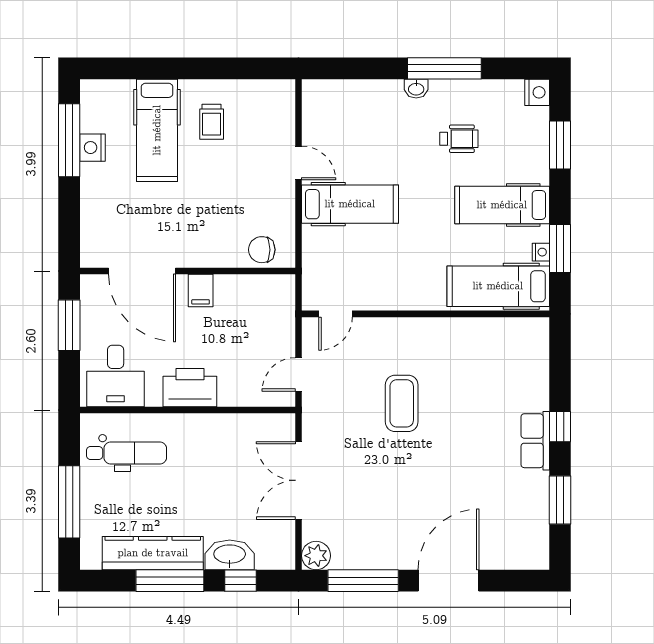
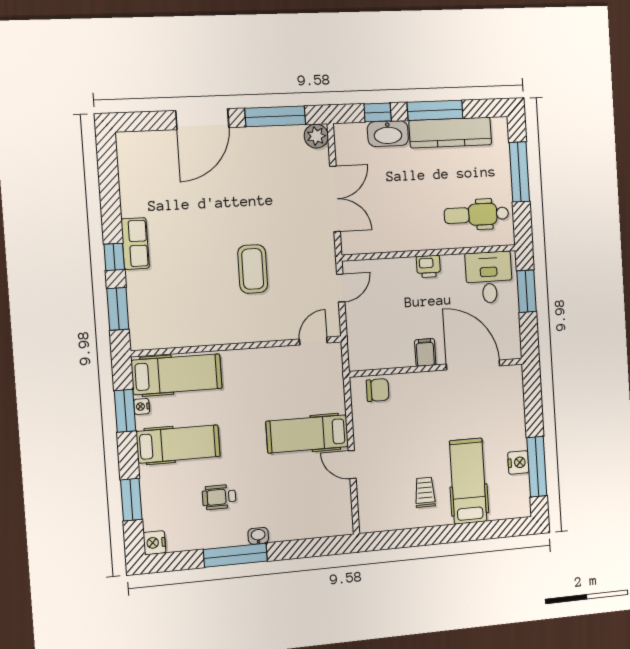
window: (69, 325) -> (526, 291), moved
printer: (190, 388) -> (428, 266), width x0.53, depth x0.68
window: (560, 500) -> (118, 309), moved

